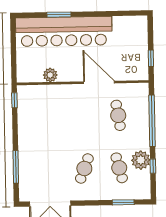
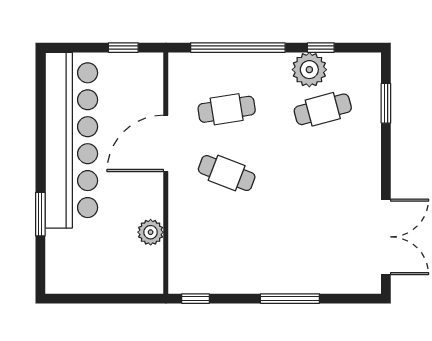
bar counter: (64, 31) -> (71, 140), moved
window: (16, 167) -> (290, 299), moved
cafe table: (84, 168) -> (227, 173), moved

